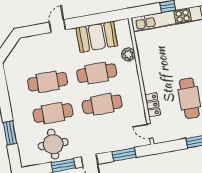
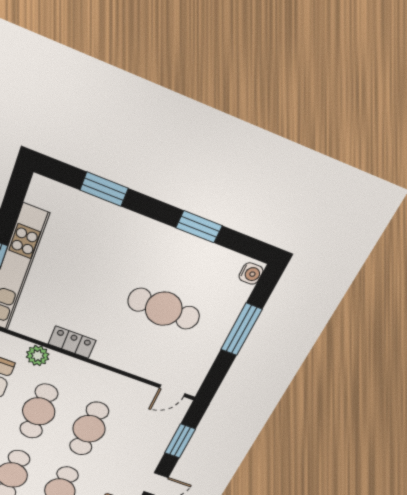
locker: (153, 105) -> (72, 342), moved

